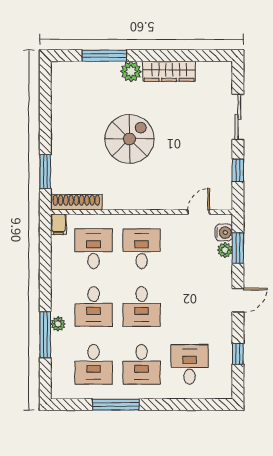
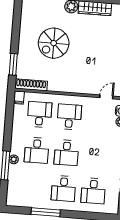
spiral stairs: (130, 139) -> (54, 43), moved, turned 180
desk: (94, 364) -> (34, 186), removed
desk: (190, 364) -> (93, 191), turned 180

